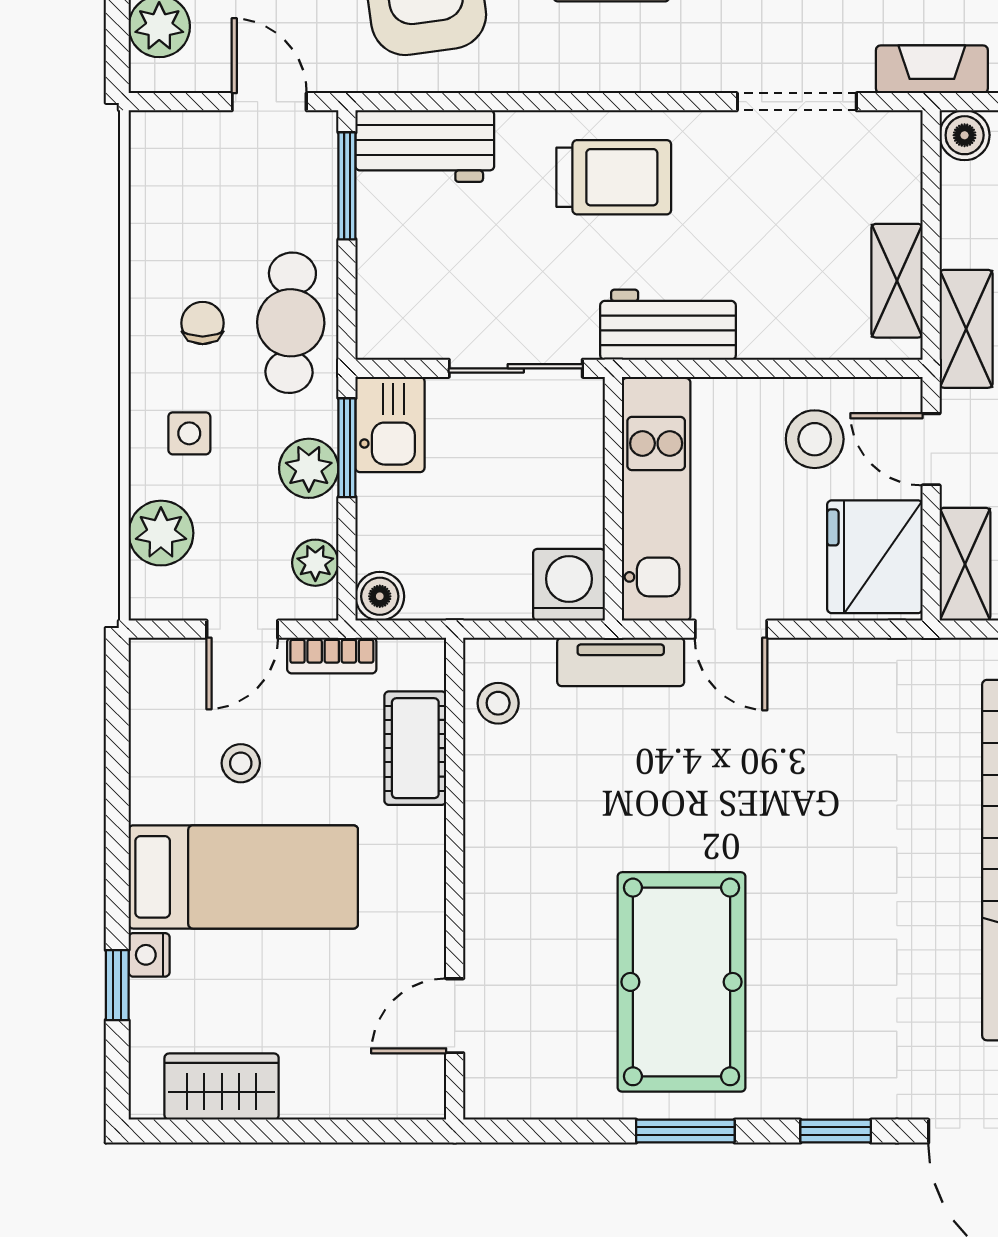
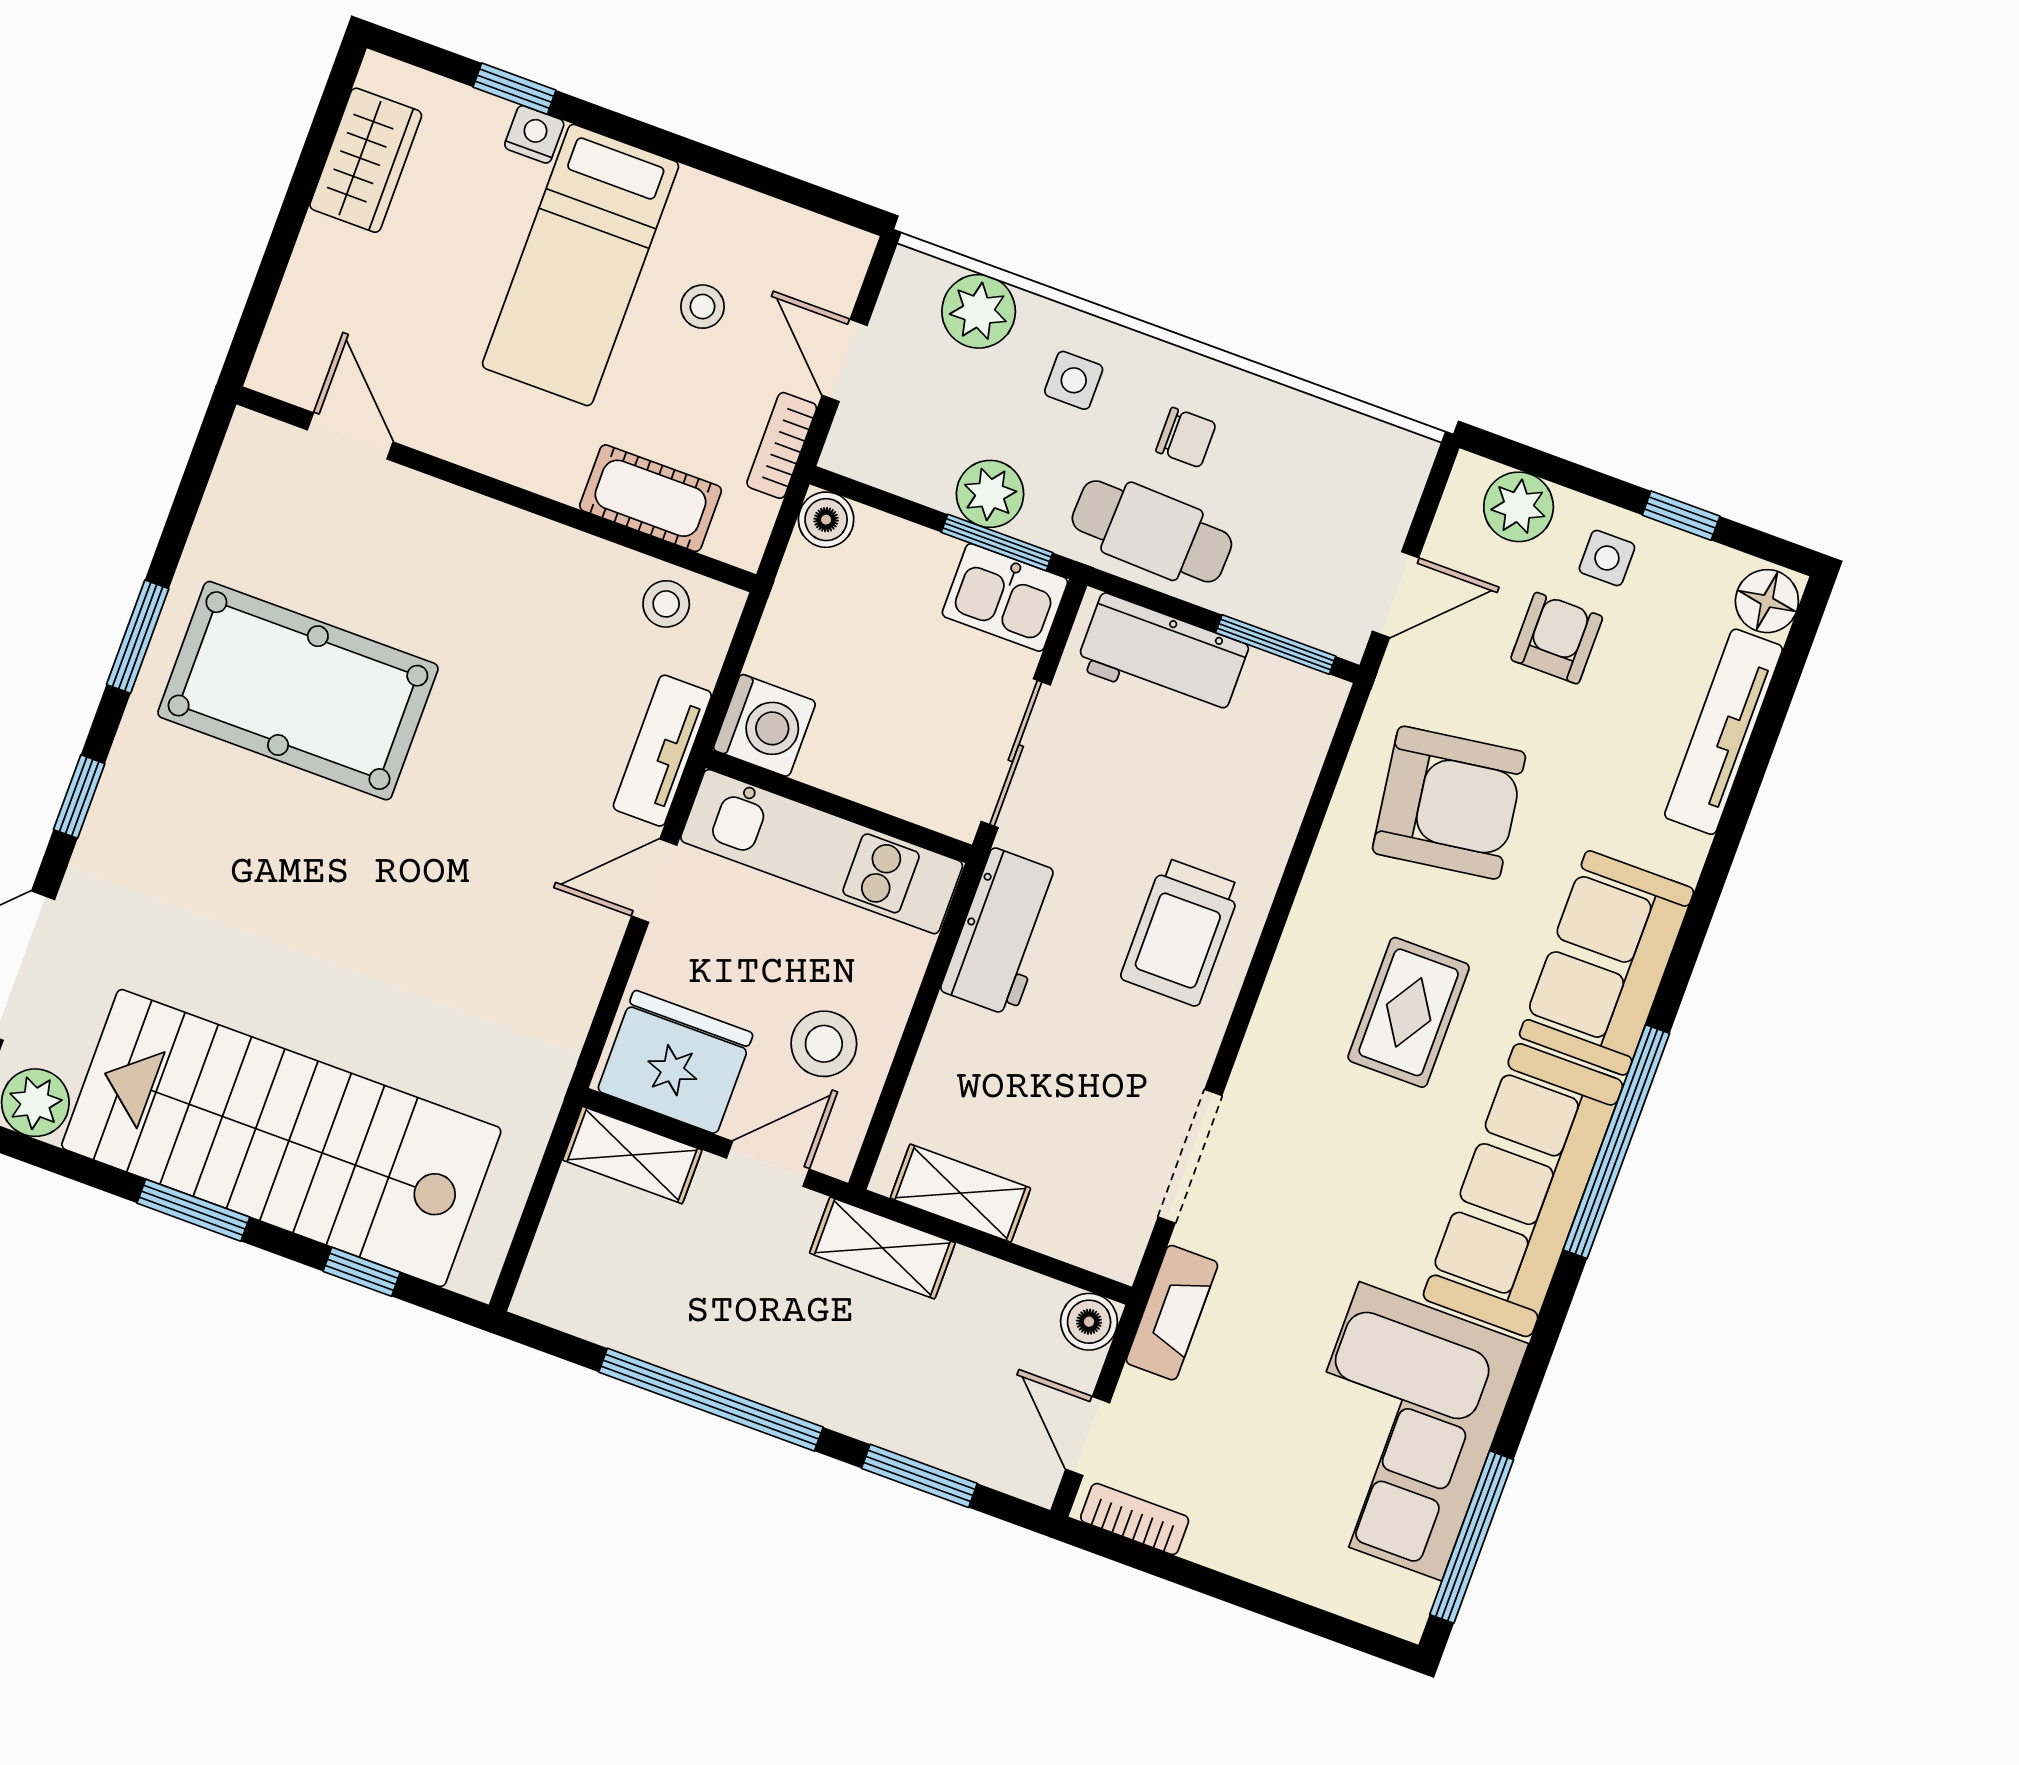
workbench: (425, 146) -> (1162, 656), moved, turned -90
plant: (315, 563) -> (887, 464), removed

